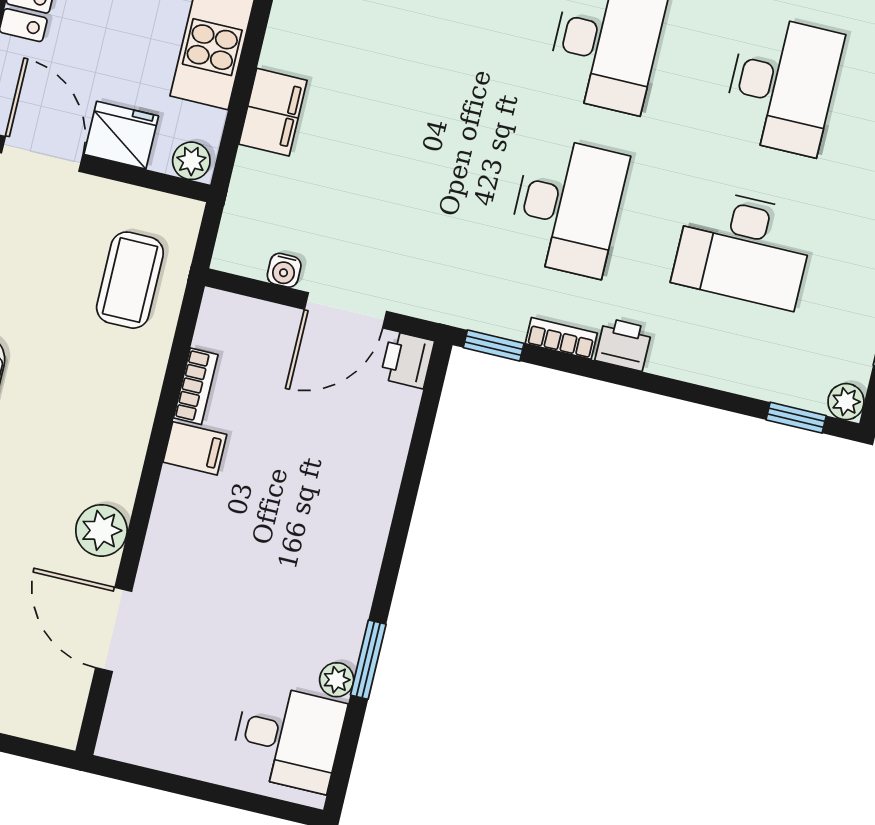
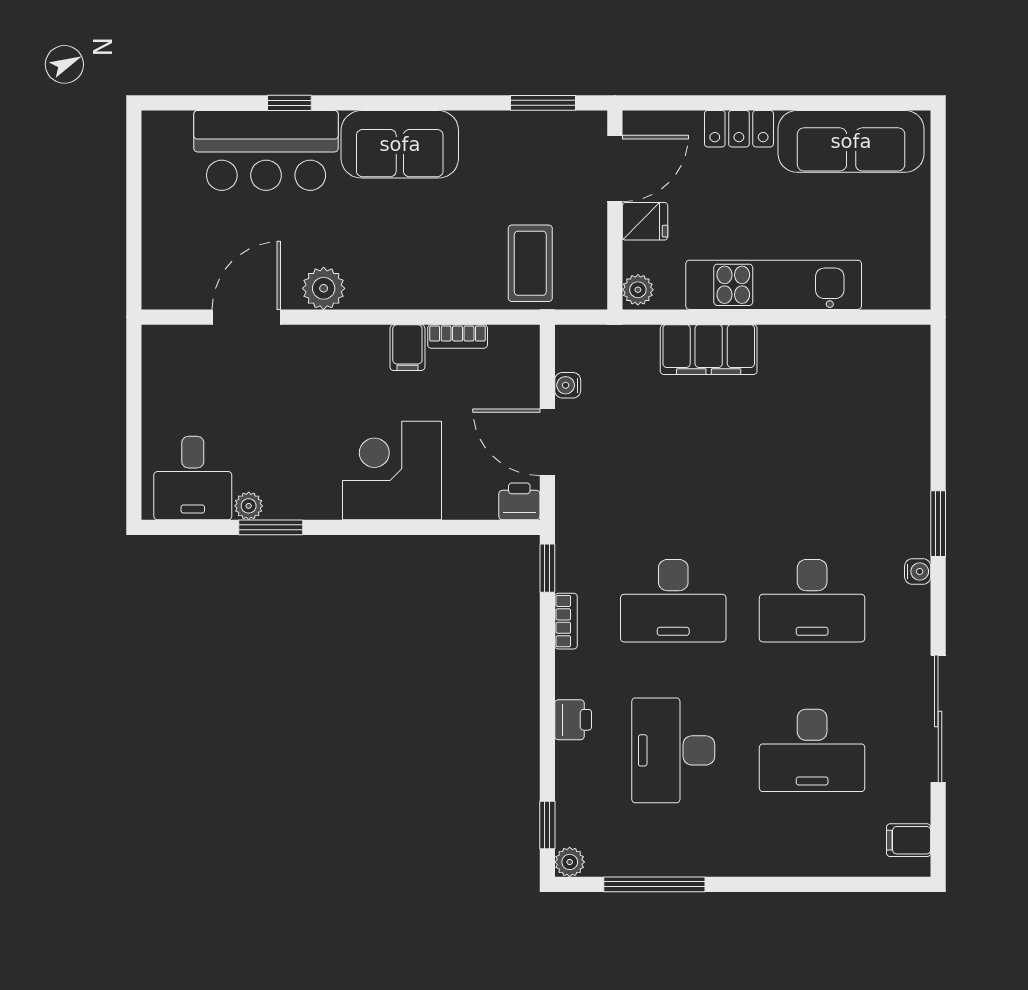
filing cabinet: (273, 112) -> (709, 350), width x1.50, depth x1.17
fridge: (121, 135) -> (645, 221), width x0.72
coffee table: (130, 280) -> (530, 263), turned 90
printer: (623, 344) -> (573, 720), moved
corner desk: (335, 501) -> (392, 471), added

